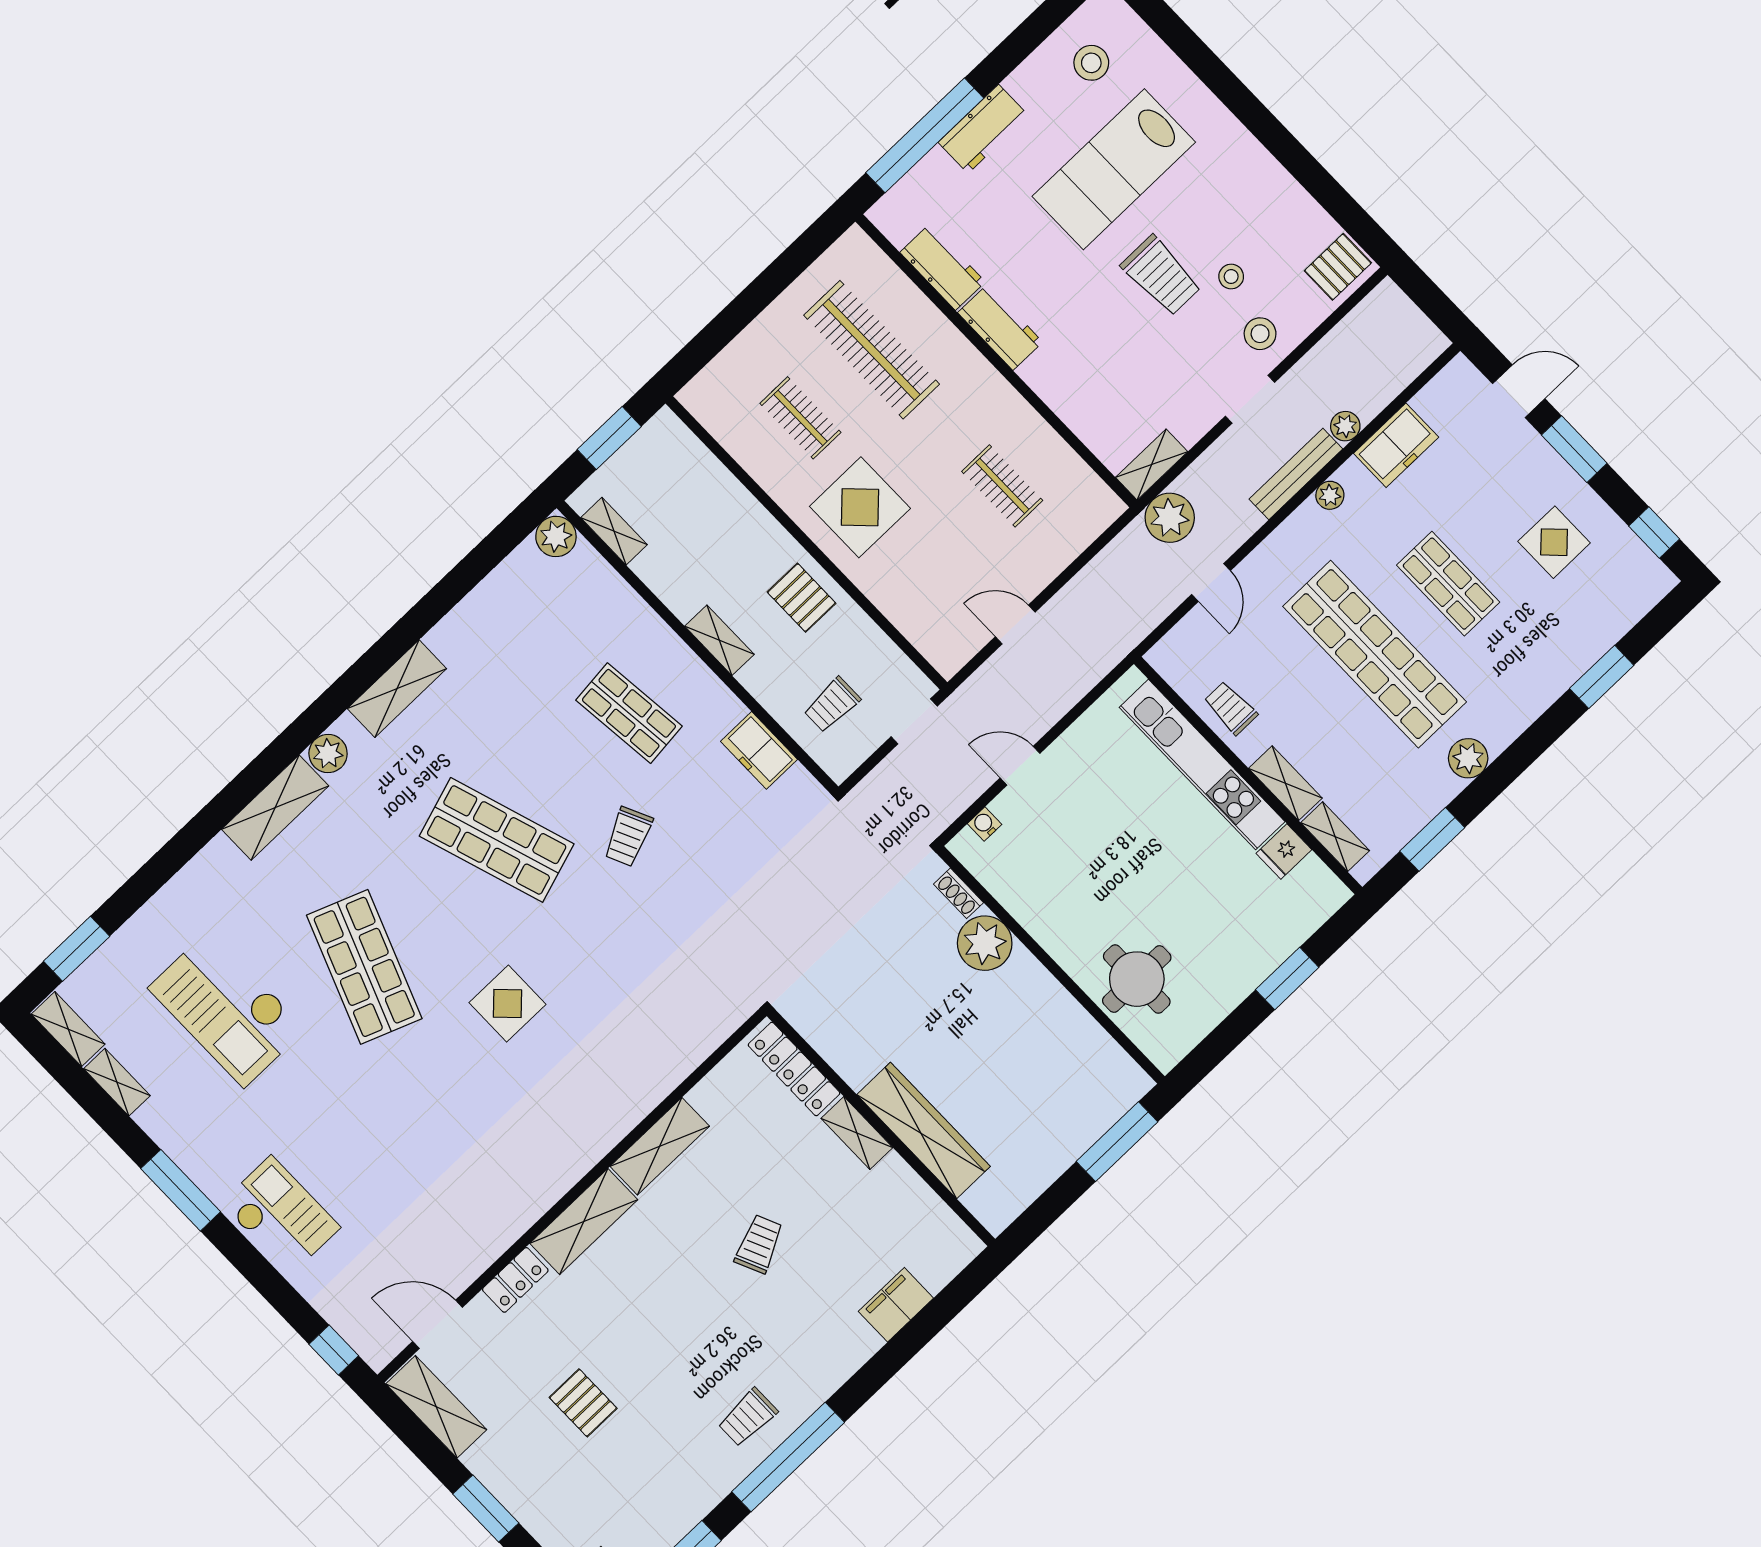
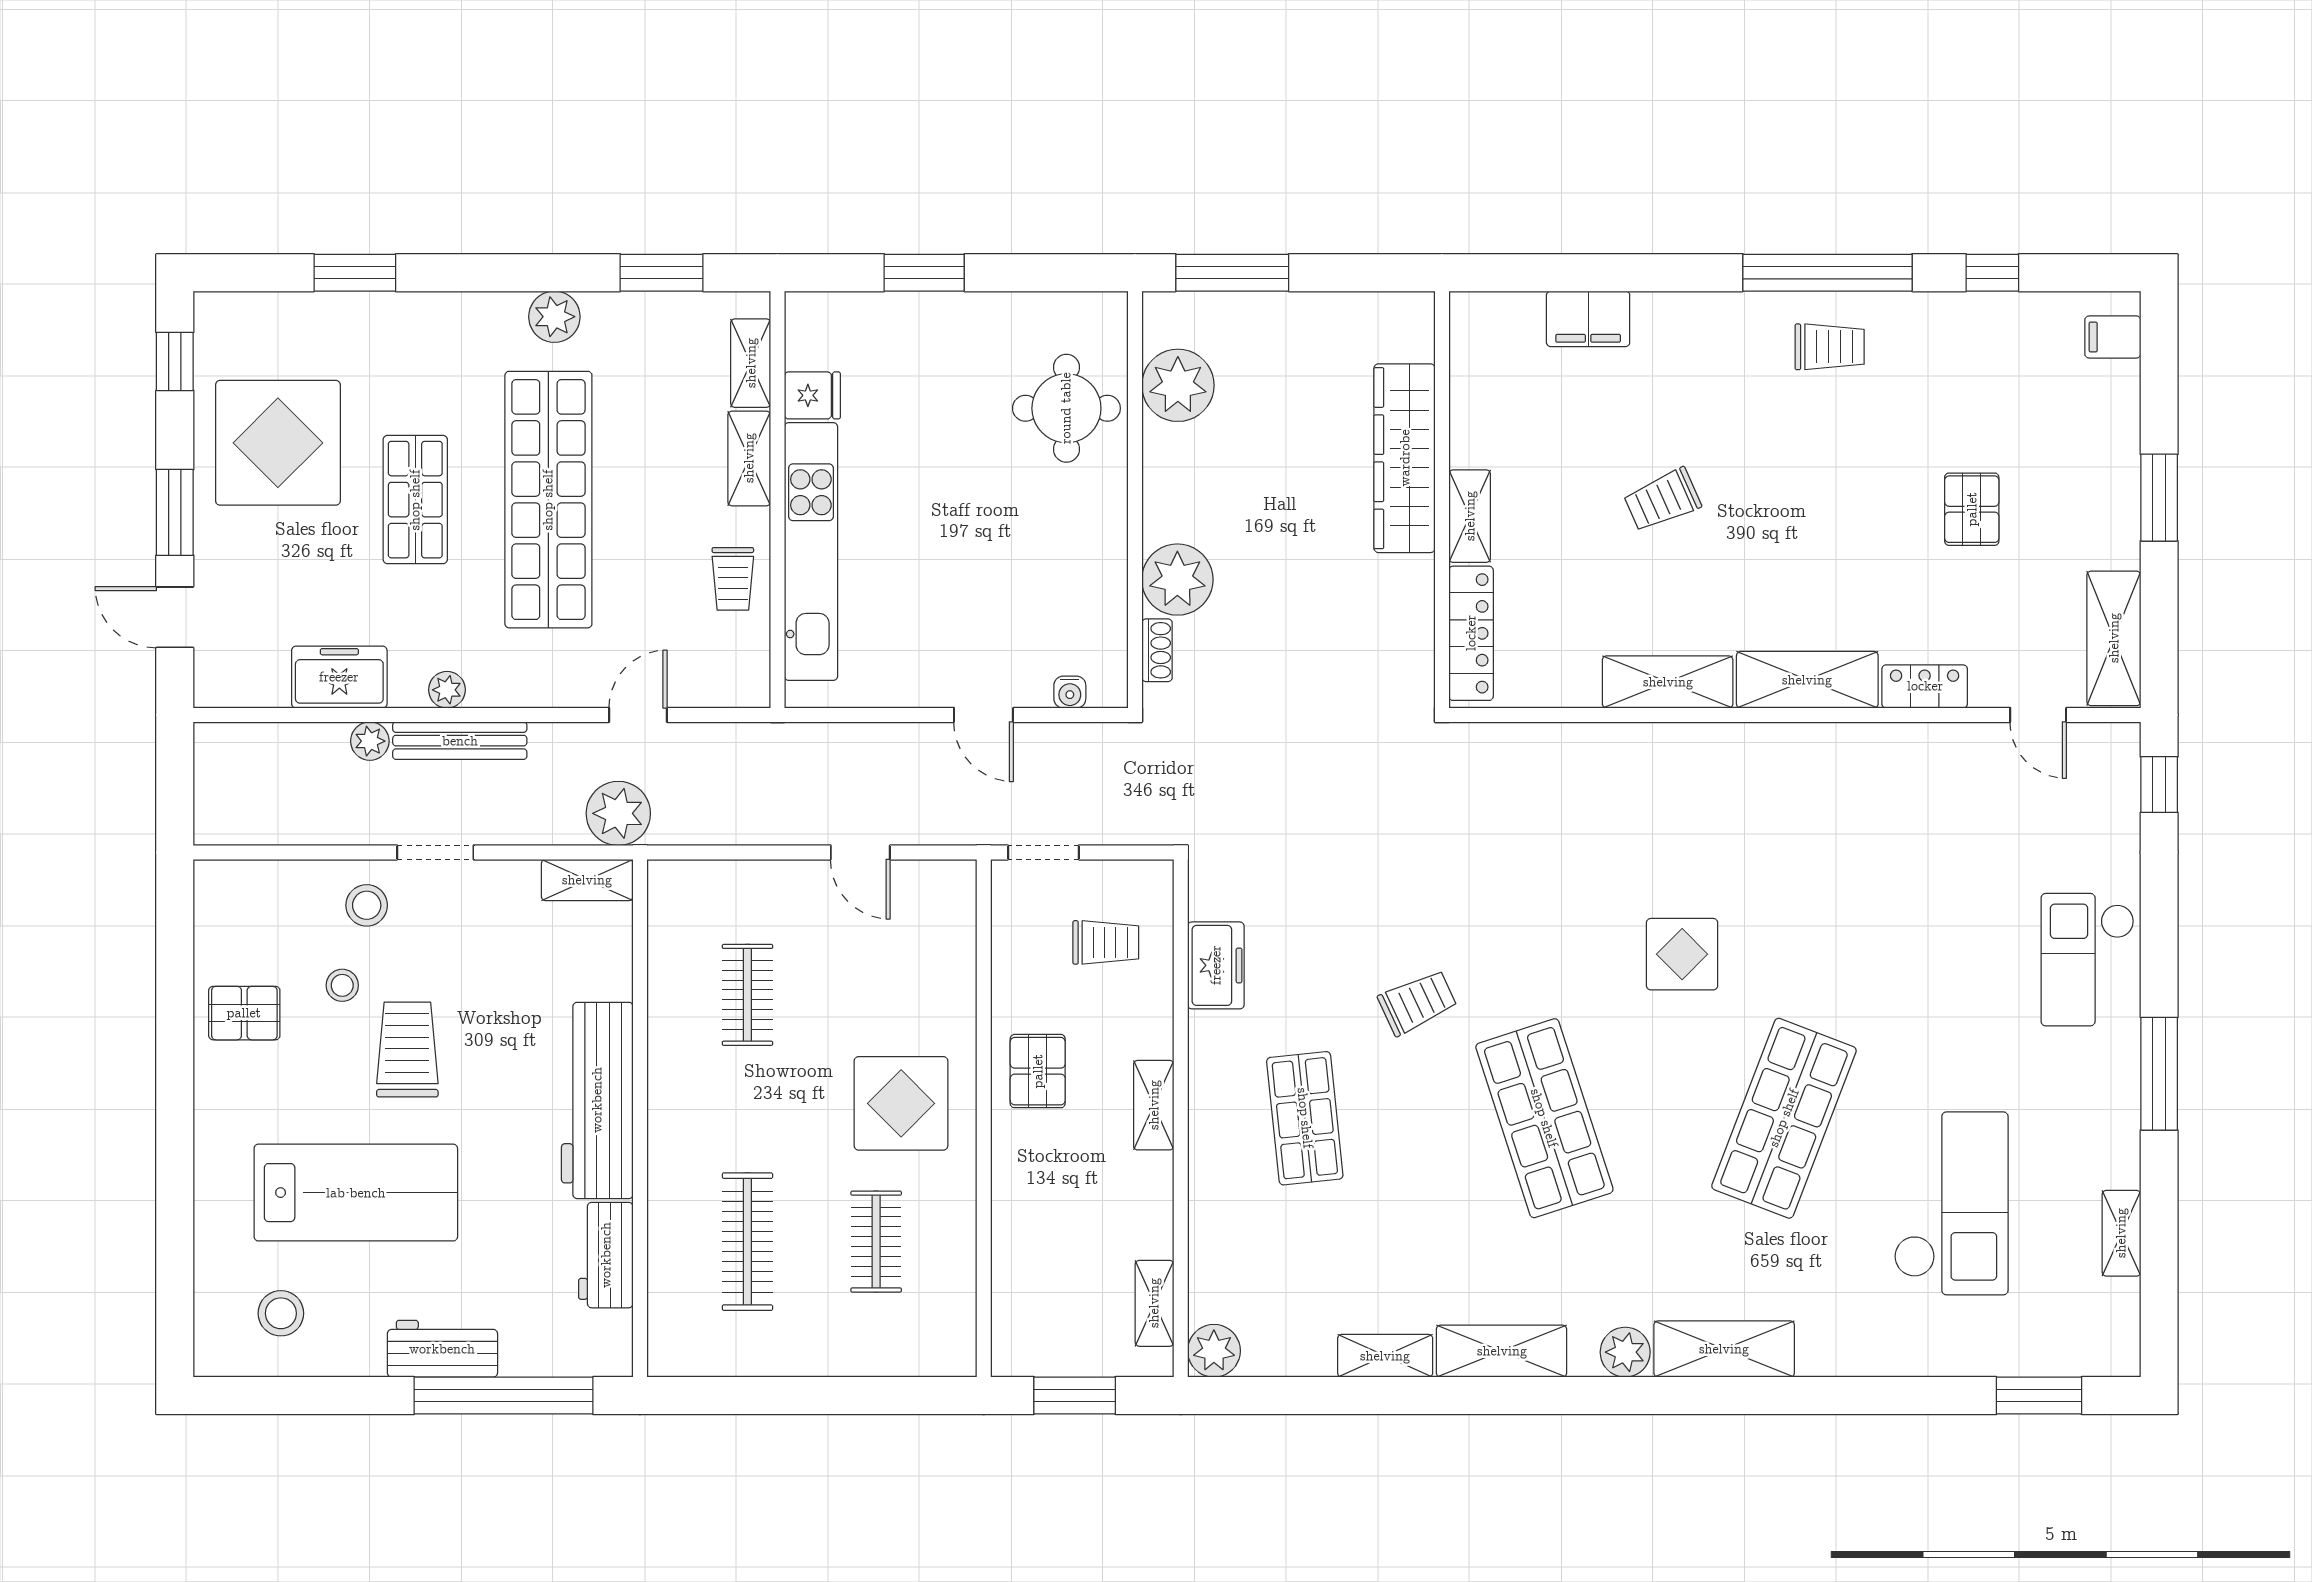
pallet: (1338, 267) -> (244, 1013), moved
workbench: (1000, 327) -> (597, 1100), width x1.88, depth x1.32
clothes rail: (872, 350) -> (747, 1242), width x0.73, depth x0.76
display table: (1554, 542) -> (278, 443), width x1.86, depth x1.86
shelving: (68, 1029) -> (1385, 1356), moved, turned 90
plant: (1087, 1051) -> (1178, 385), added
door: (437, 1324) -> (2038, 715), width x0.73

